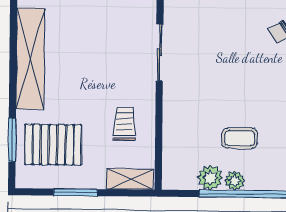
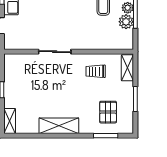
shelving: (30, 59) -> (59, 126), width x0.68
pallet: (53, 145) -> (108, 112), width x0.67, depth x0.71

